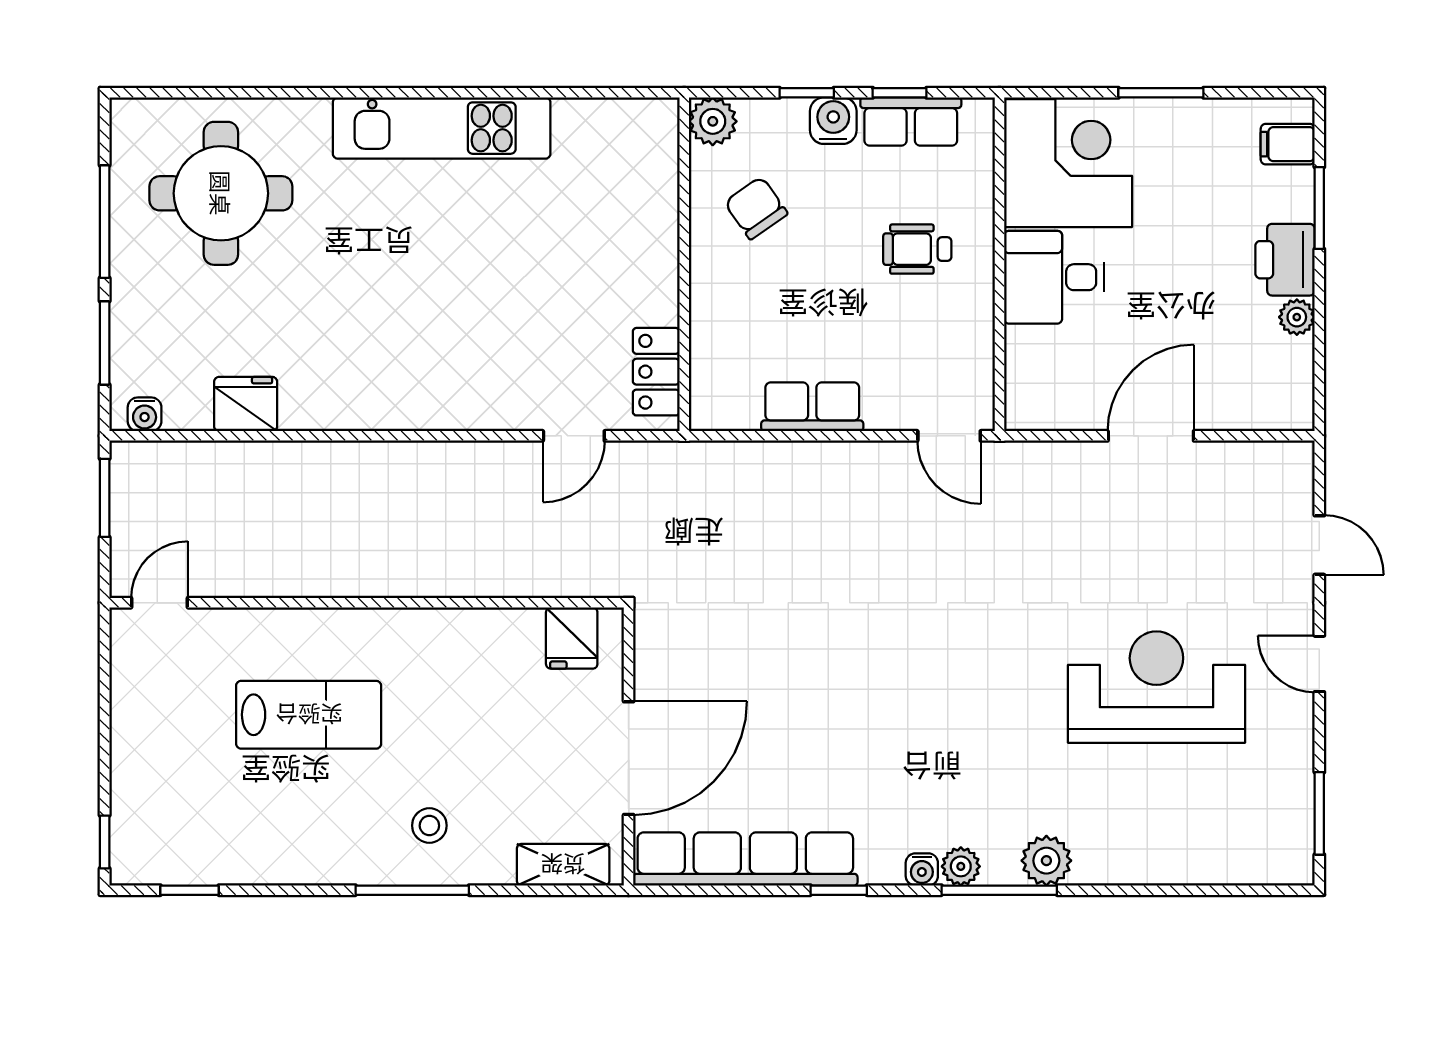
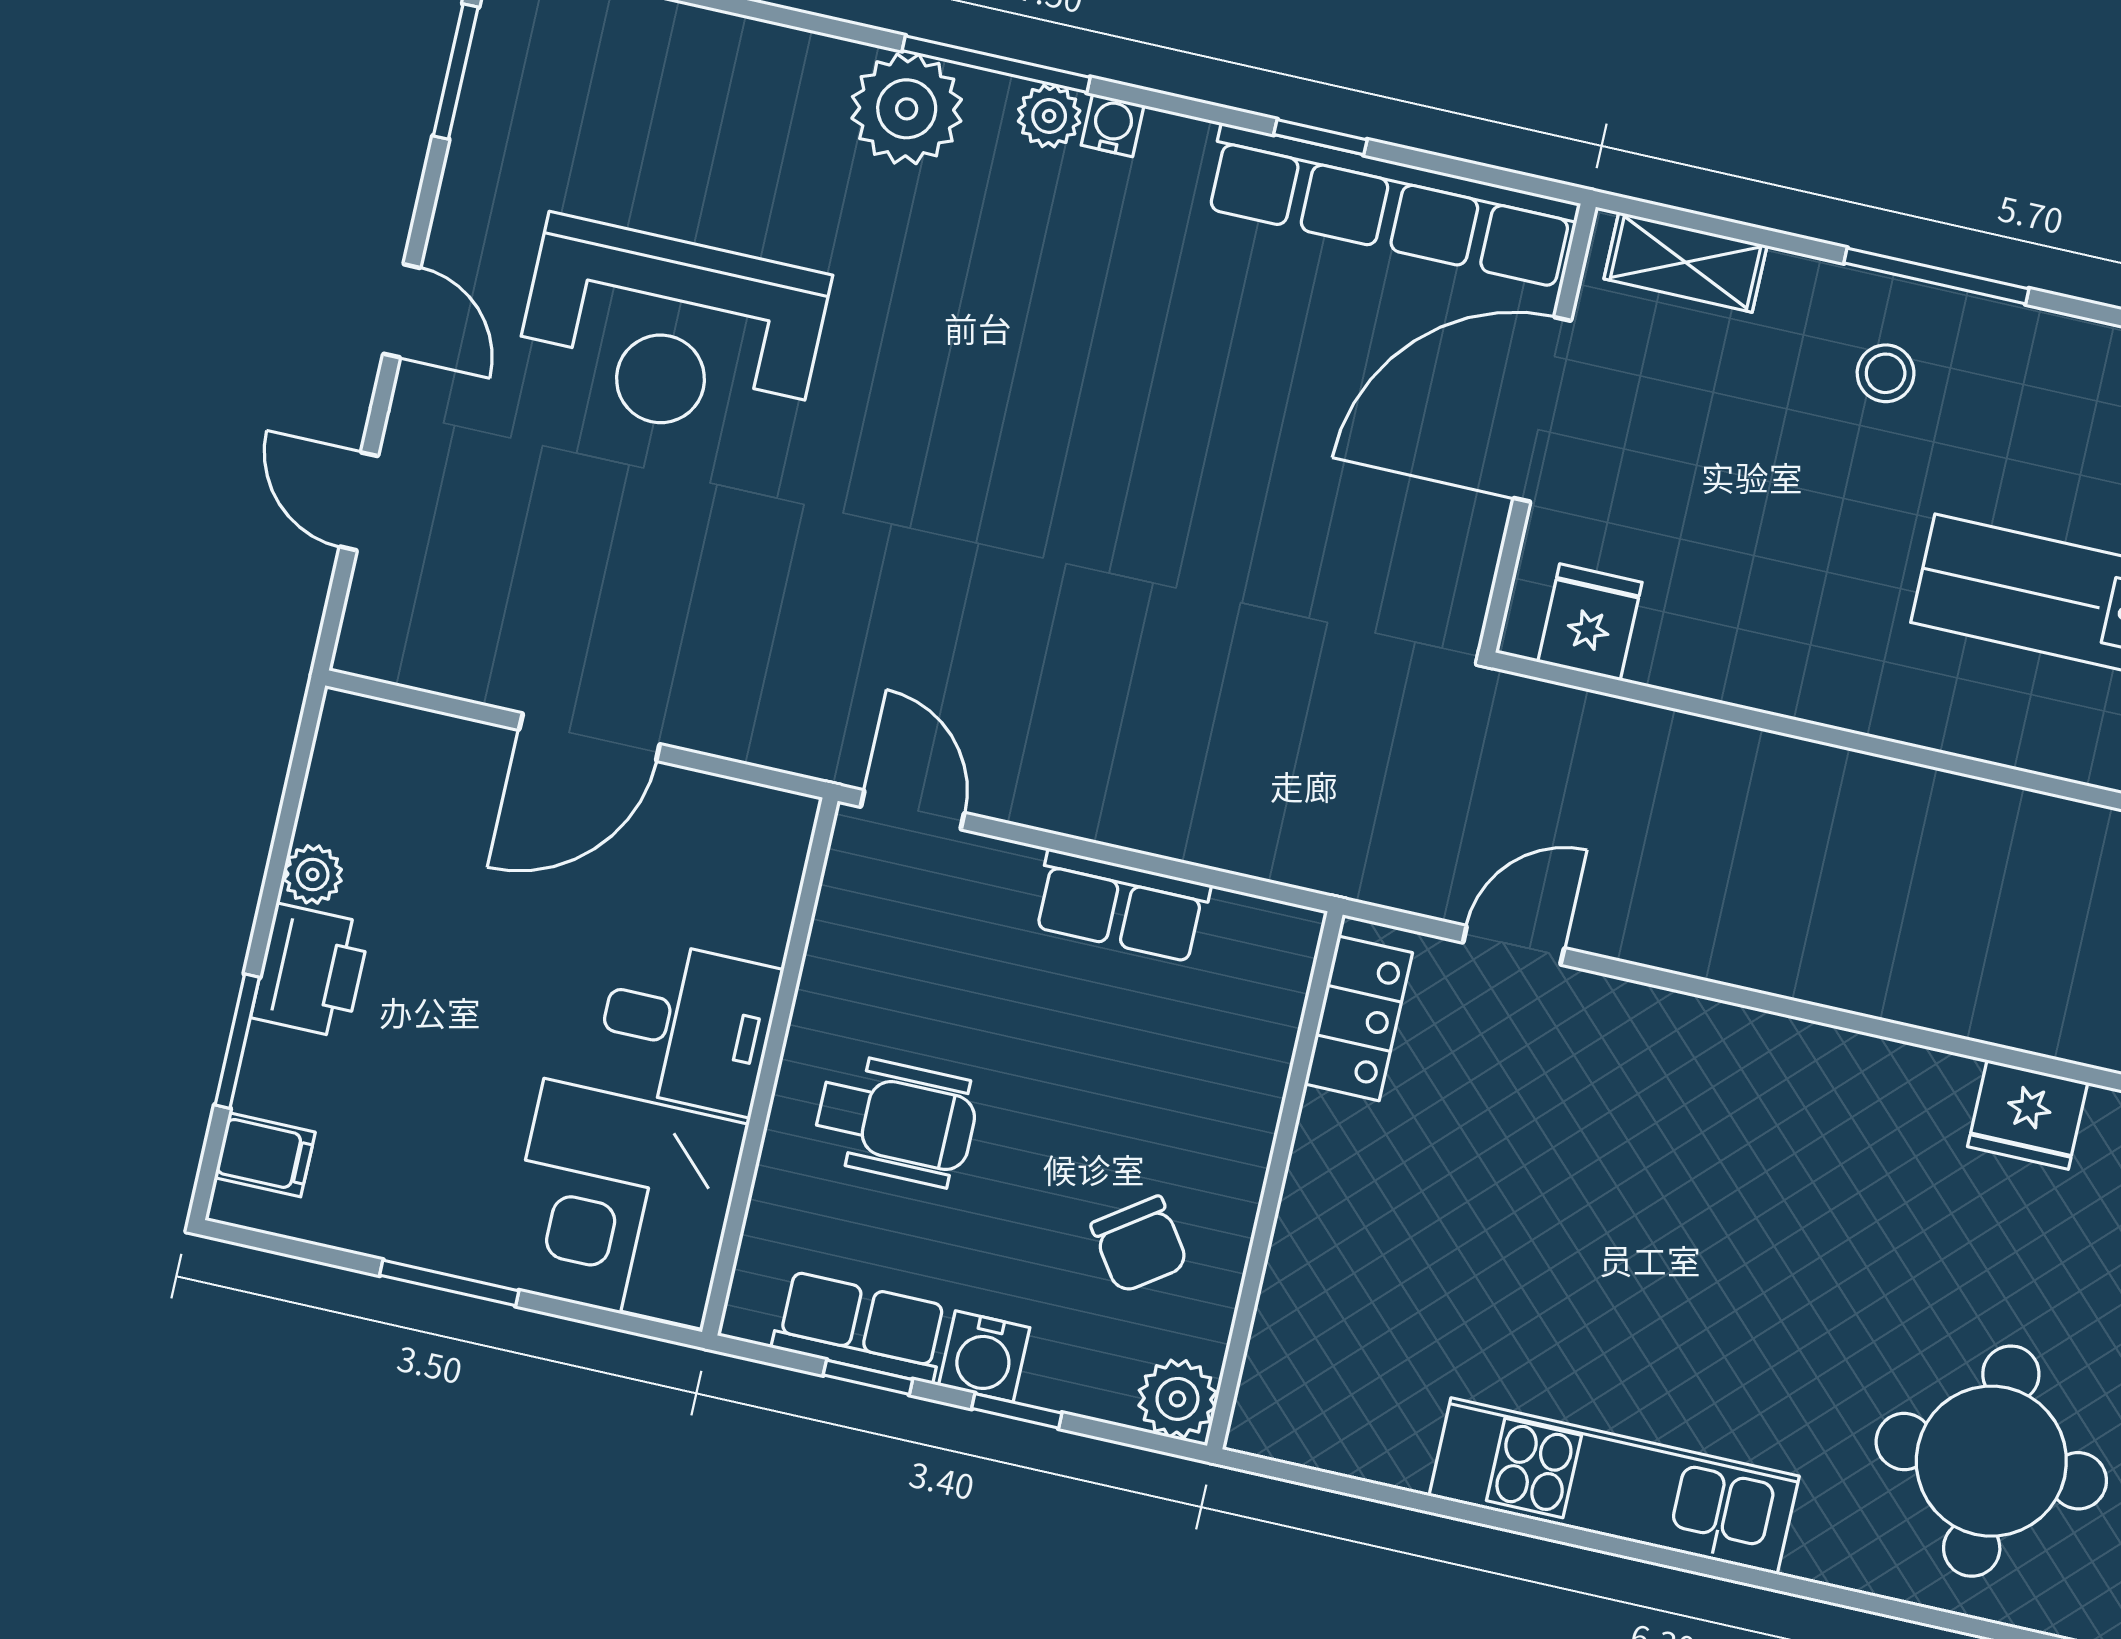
wheelchair: (917, 249) -> (896, 1120), width x1.36, depth x1.37
plant: (1046, 861) -> (907, 109), width x1.36, depth x1.36
window: (839, 890) -> (1320, 137), moved

